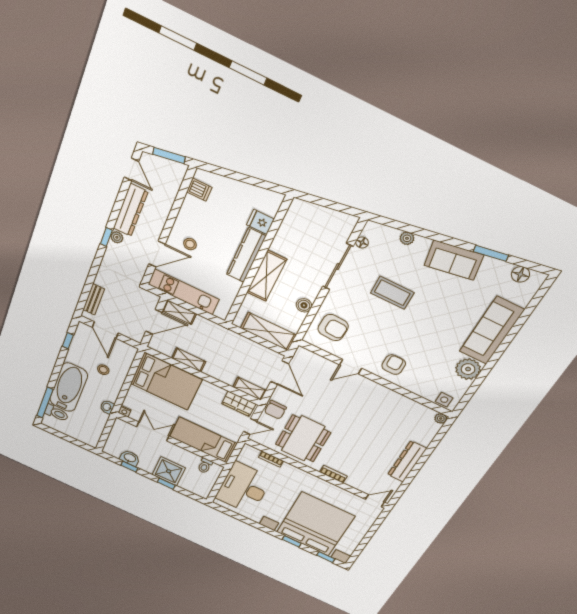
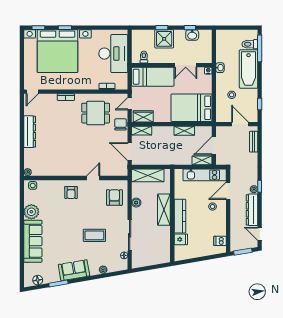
armchair: (333, 328) -> (114, 197), turned 87
dining table: (303, 438) -> (96, 113), width x0.73

